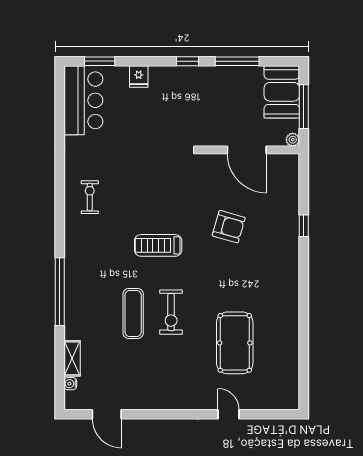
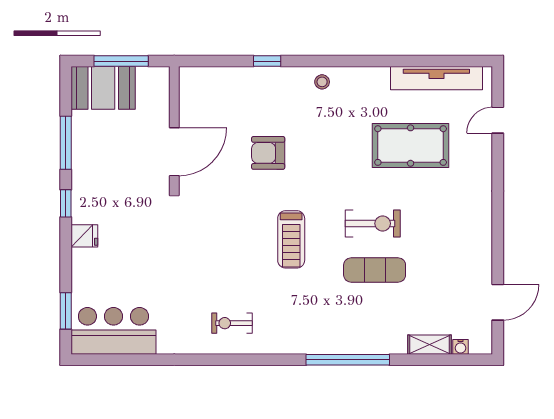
fridge: (139, 77) -> (84, 236), moved
plant: (293, 140) -> (162, 75), removed
door: (247, 150) -> (174, 152), moved
armchair: (229, 227) -> (268, 153), turned -106
stool: (287, 271) -> (322, 82), added
tv unit: (290, 364) -> (436, 78), added
door: (229, 414) -> (498, 120), moved

